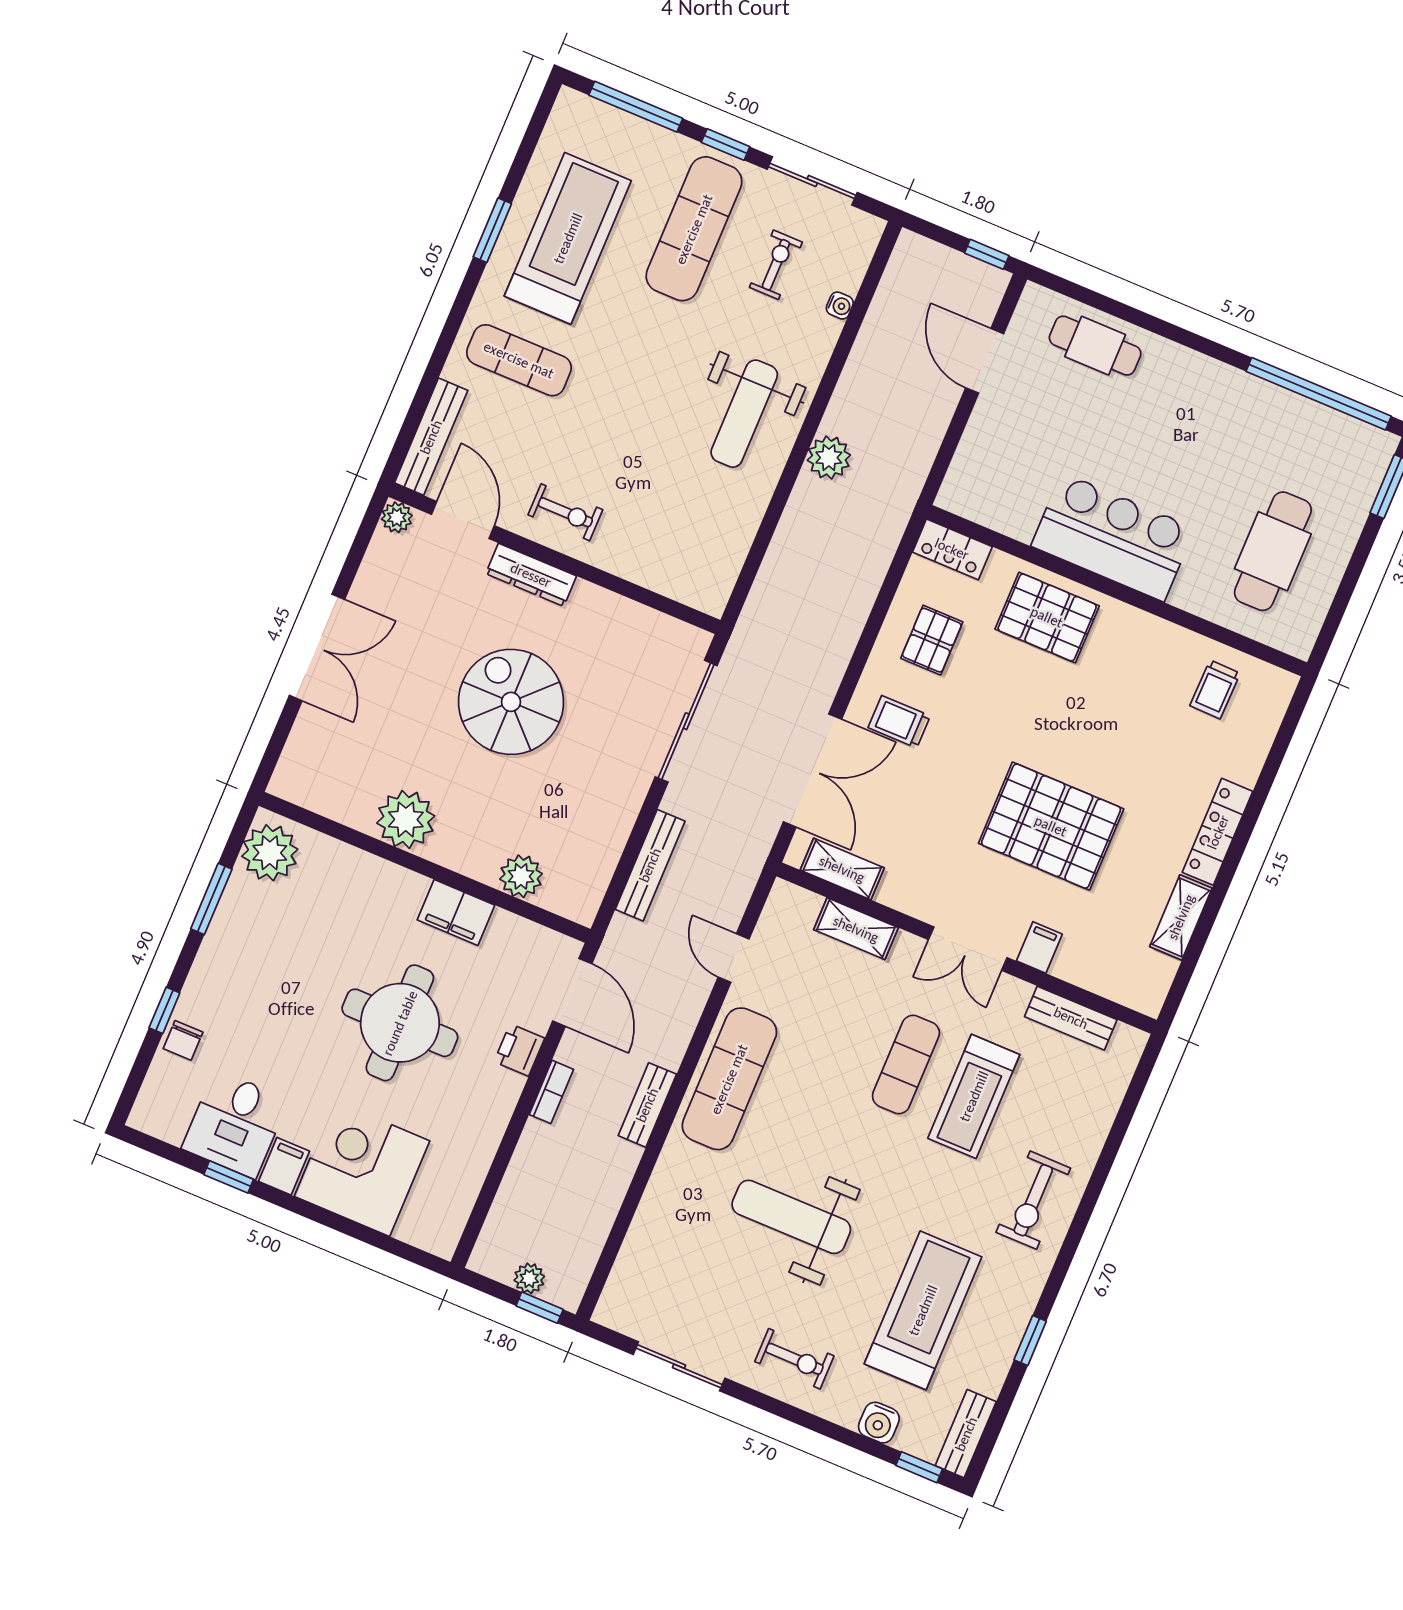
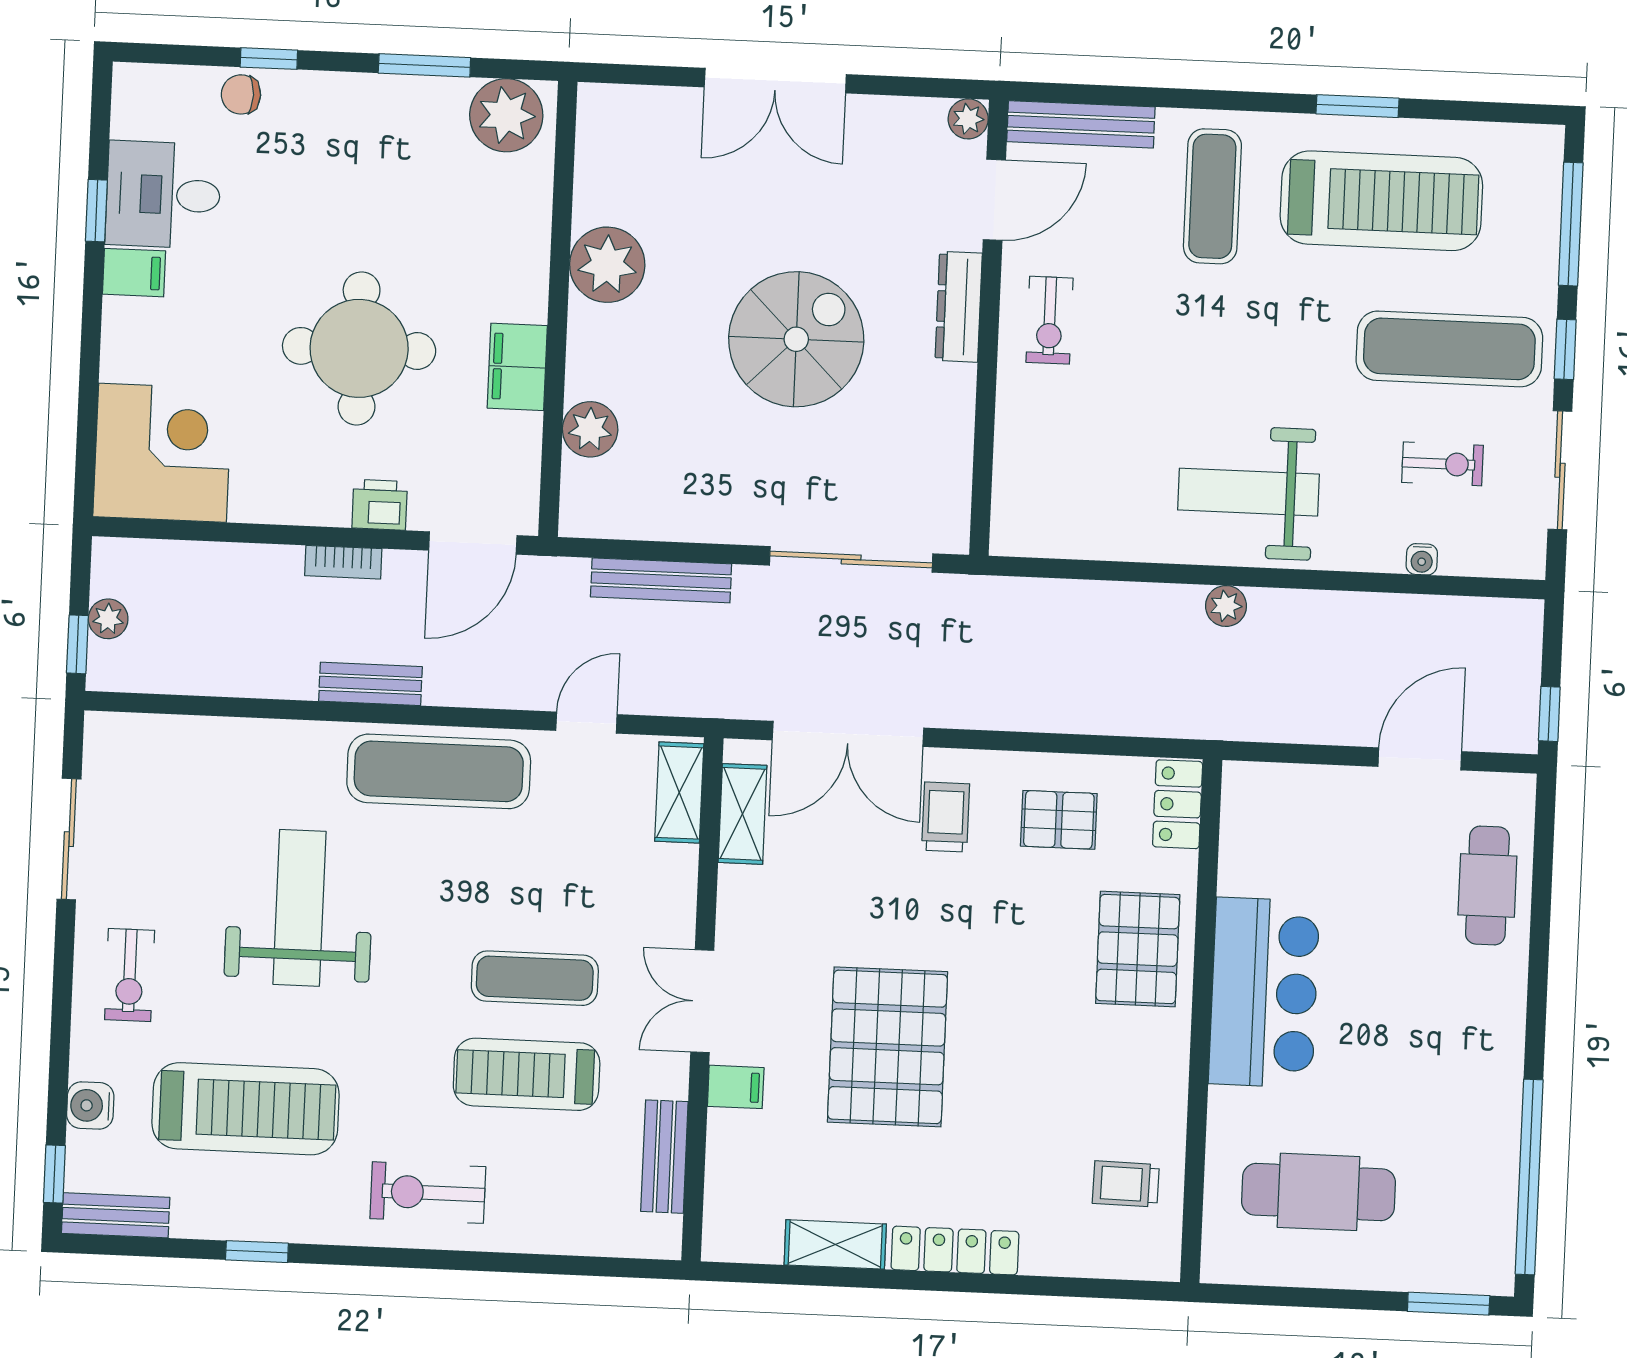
plant: (829, 458) -> (1226, 606), width x0.73, depth x0.73
shelving: (856, 929) -> (679, 793), moved
corner desk: (362, 1169) -> (162, 453), moved

